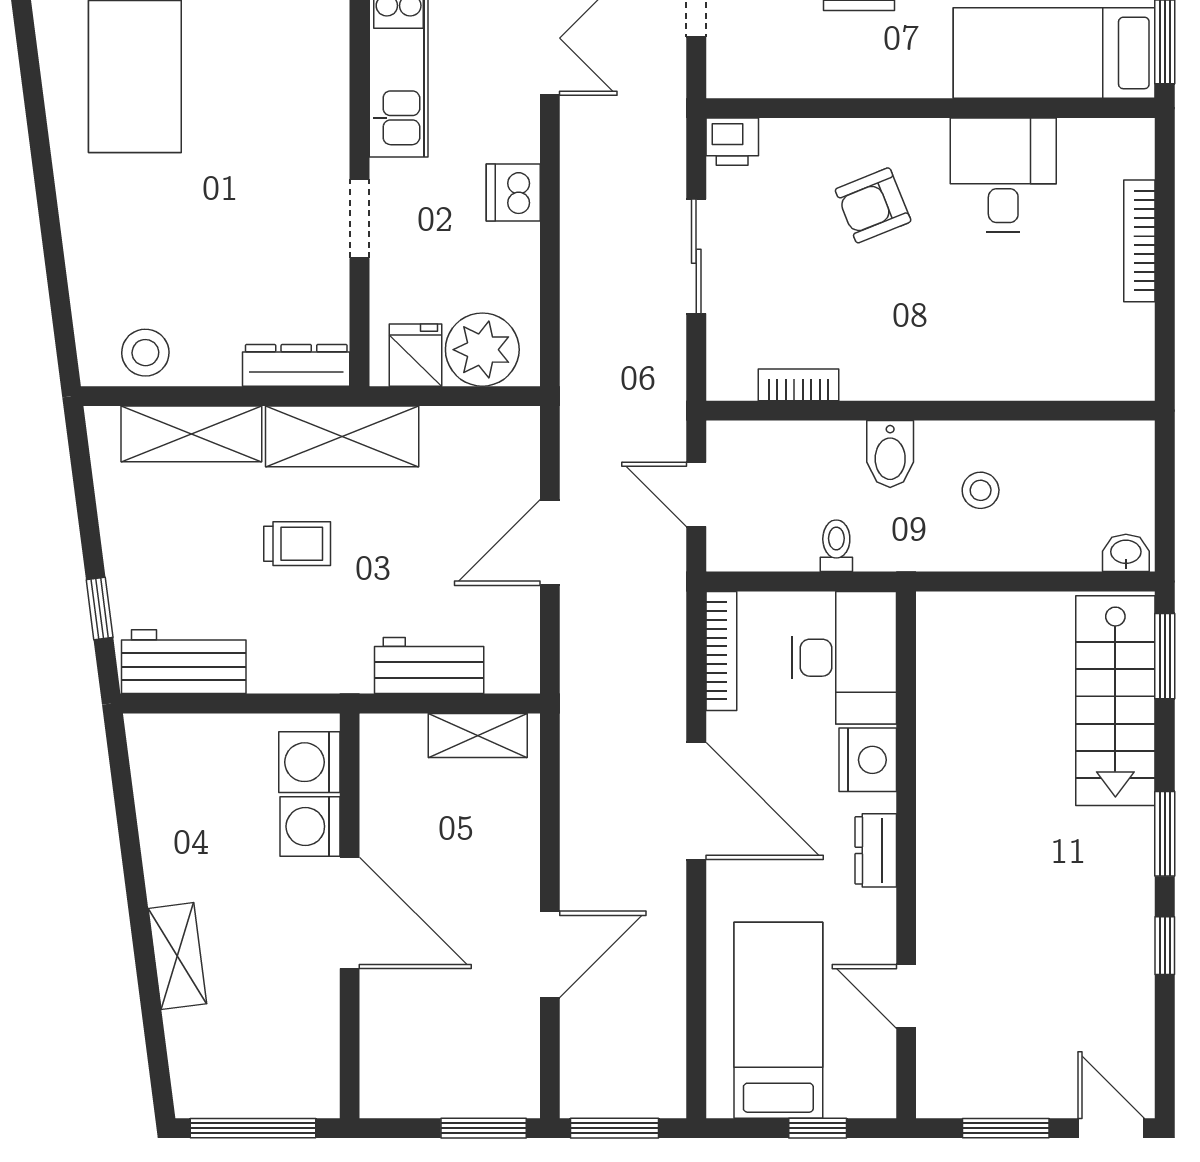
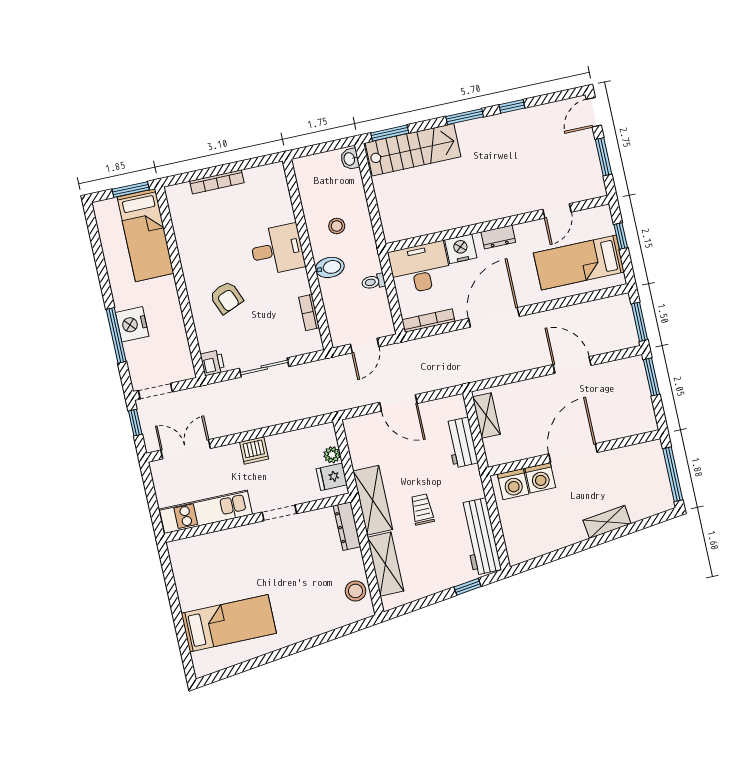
desk: (1003, 175) -> (277, 250), moved, turned 180
plant: (482, 350) -> (332, 455), width x0.53, depth x0.53
workbench: (184, 662) -> (480, 537), width x1.38

